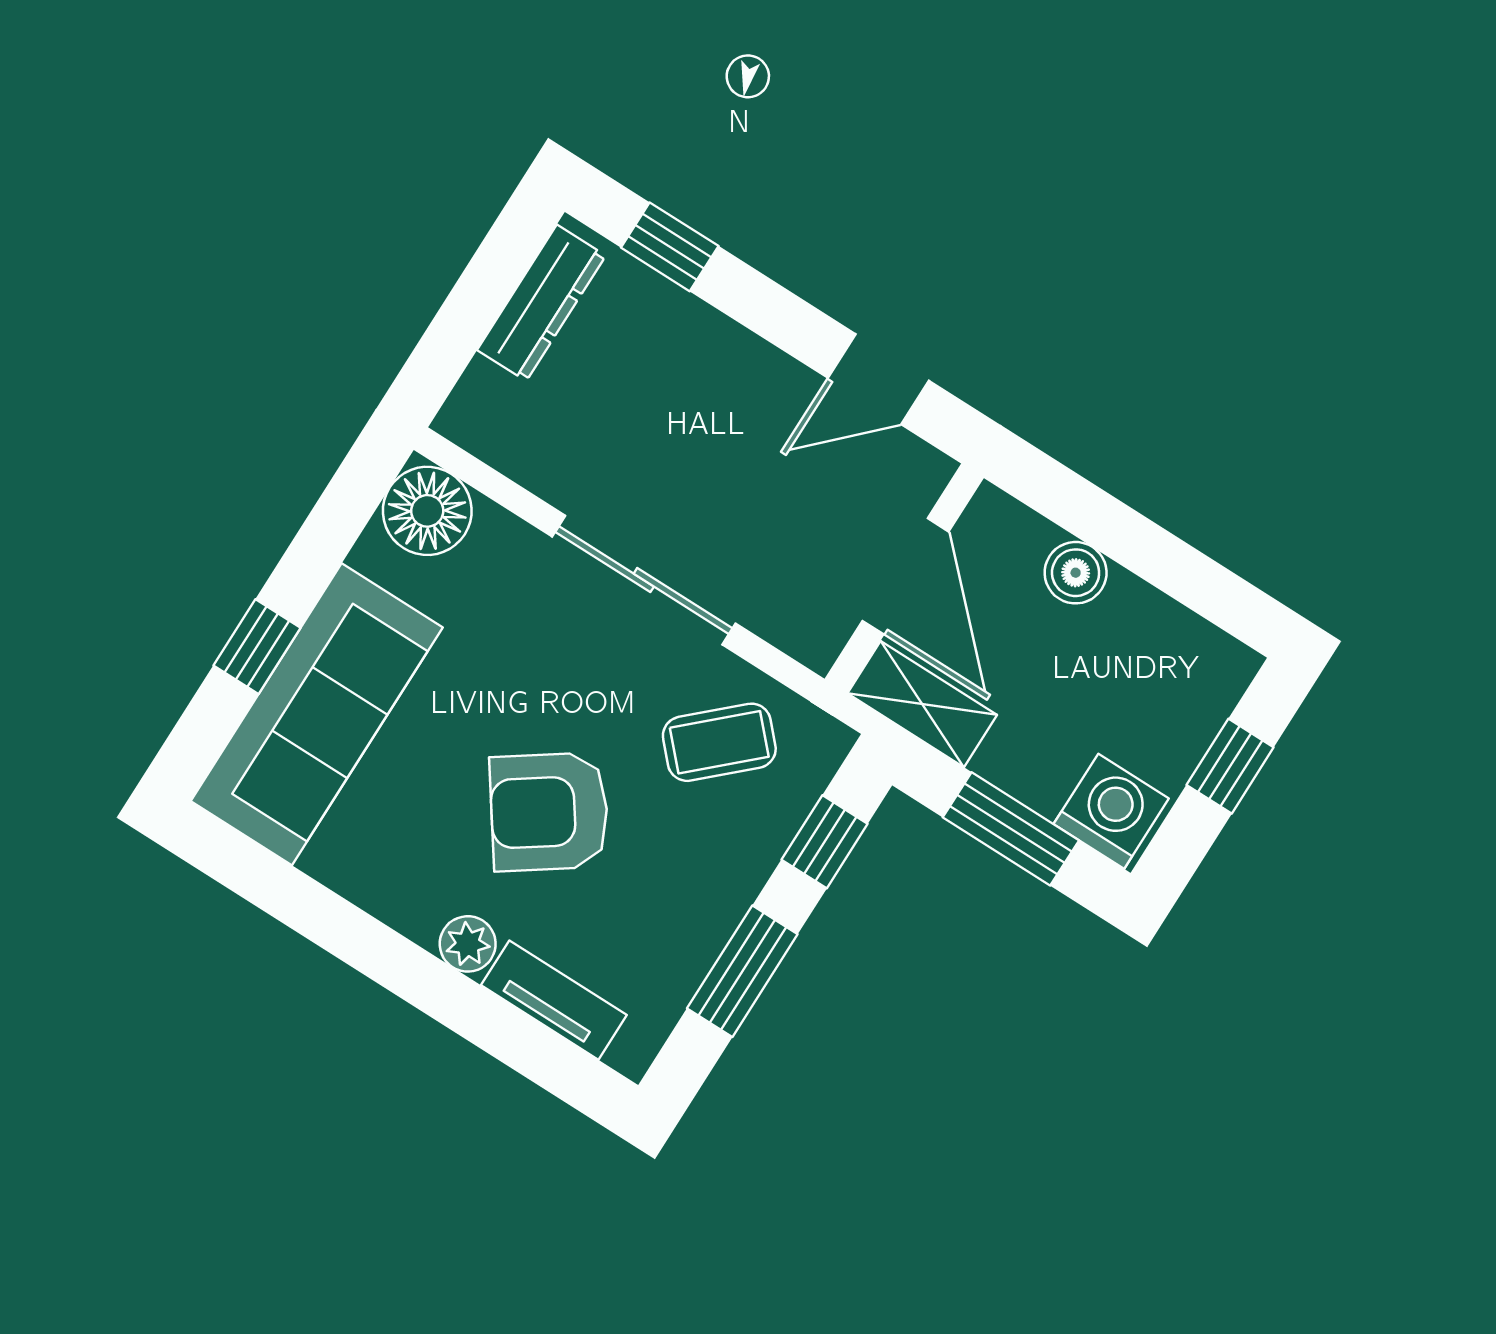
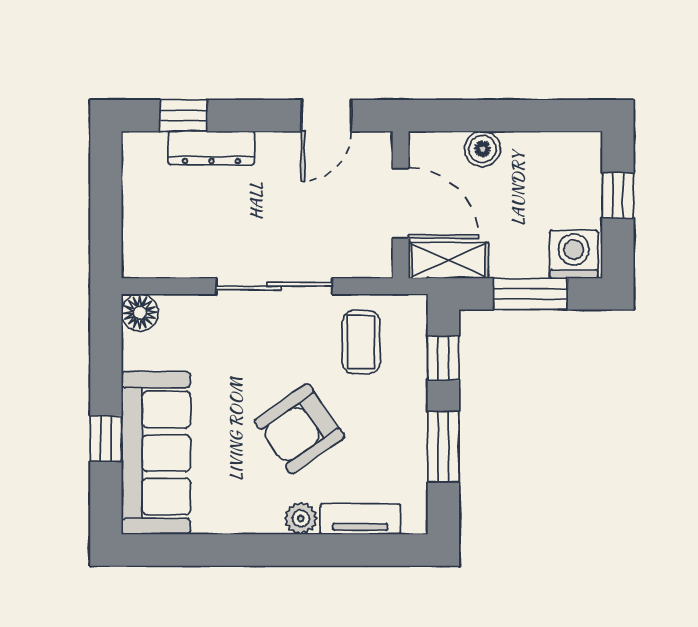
dresser: (541, 303) -> (211, 148), moved, turned 90
floor lamp: (427, 511) -> (140, 313), width x0.73, depth x0.73
coffee table: (719, 742) -> (361, 342), turned -47

